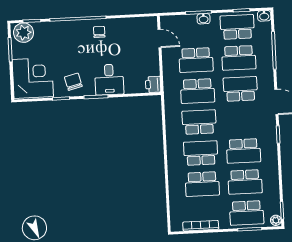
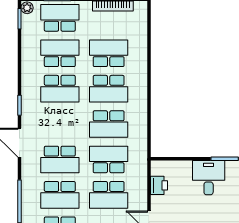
school desk: (239, 58) -> (60, 195), turned 180
school desk: (196, 60) -> (109, 195), turned 180
printer: (153, 84) -> (159, 185), moved
school desk: (243, 151) -> (60, 89), turned 180

